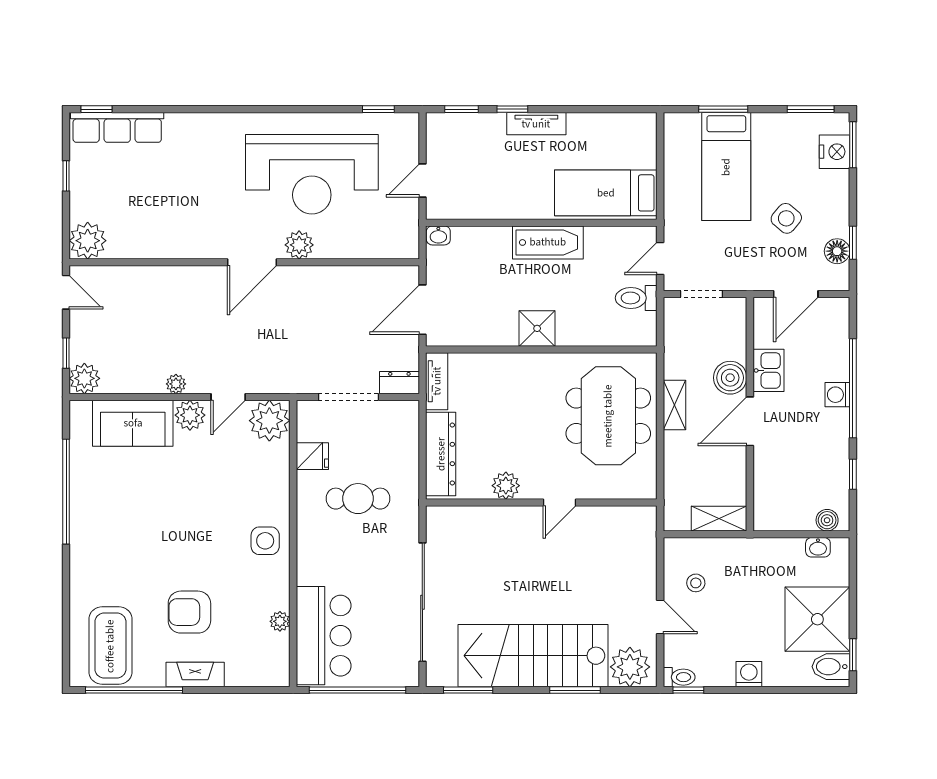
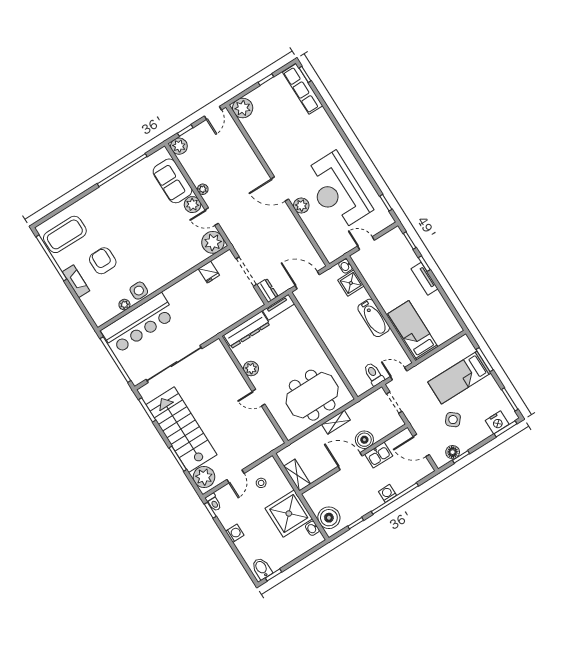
shower: (537, 328) -> (351, 283), moved
cafe table: (358, 499) -> (203, 305), removed
boiler: (827, 520) -> (329, 518), width x1.86, depth x1.86
side table: (265, 541) -> (139, 291), moved
shower: (817, 619) -> (289, 514), moved
bar counter: (324, 636) -> (139, 323), width x1.36

